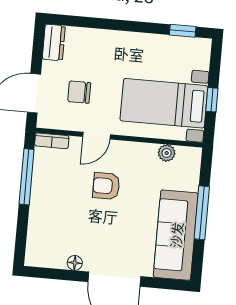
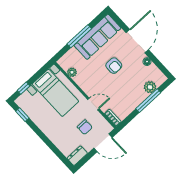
window: (212, 100) -> (24, 88), moved
window: (27, 177) -> (148, 101), moved
armchair: (106, 186) -> (114, 66), moved
plant: (38, 231) -> (150, 87), added

